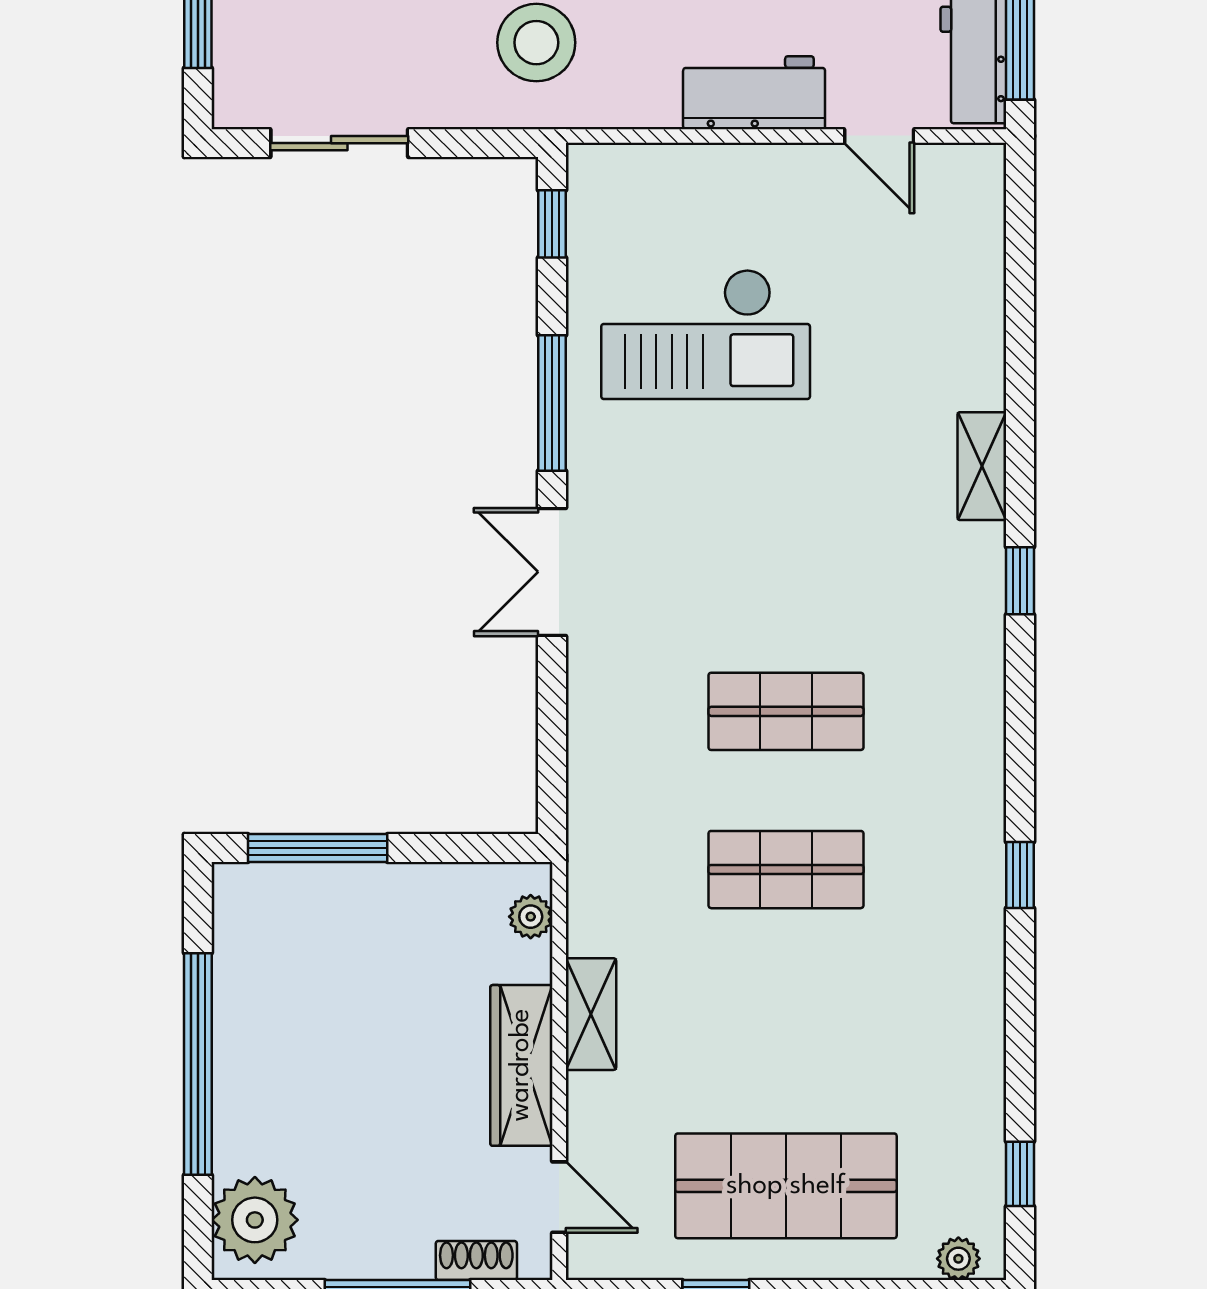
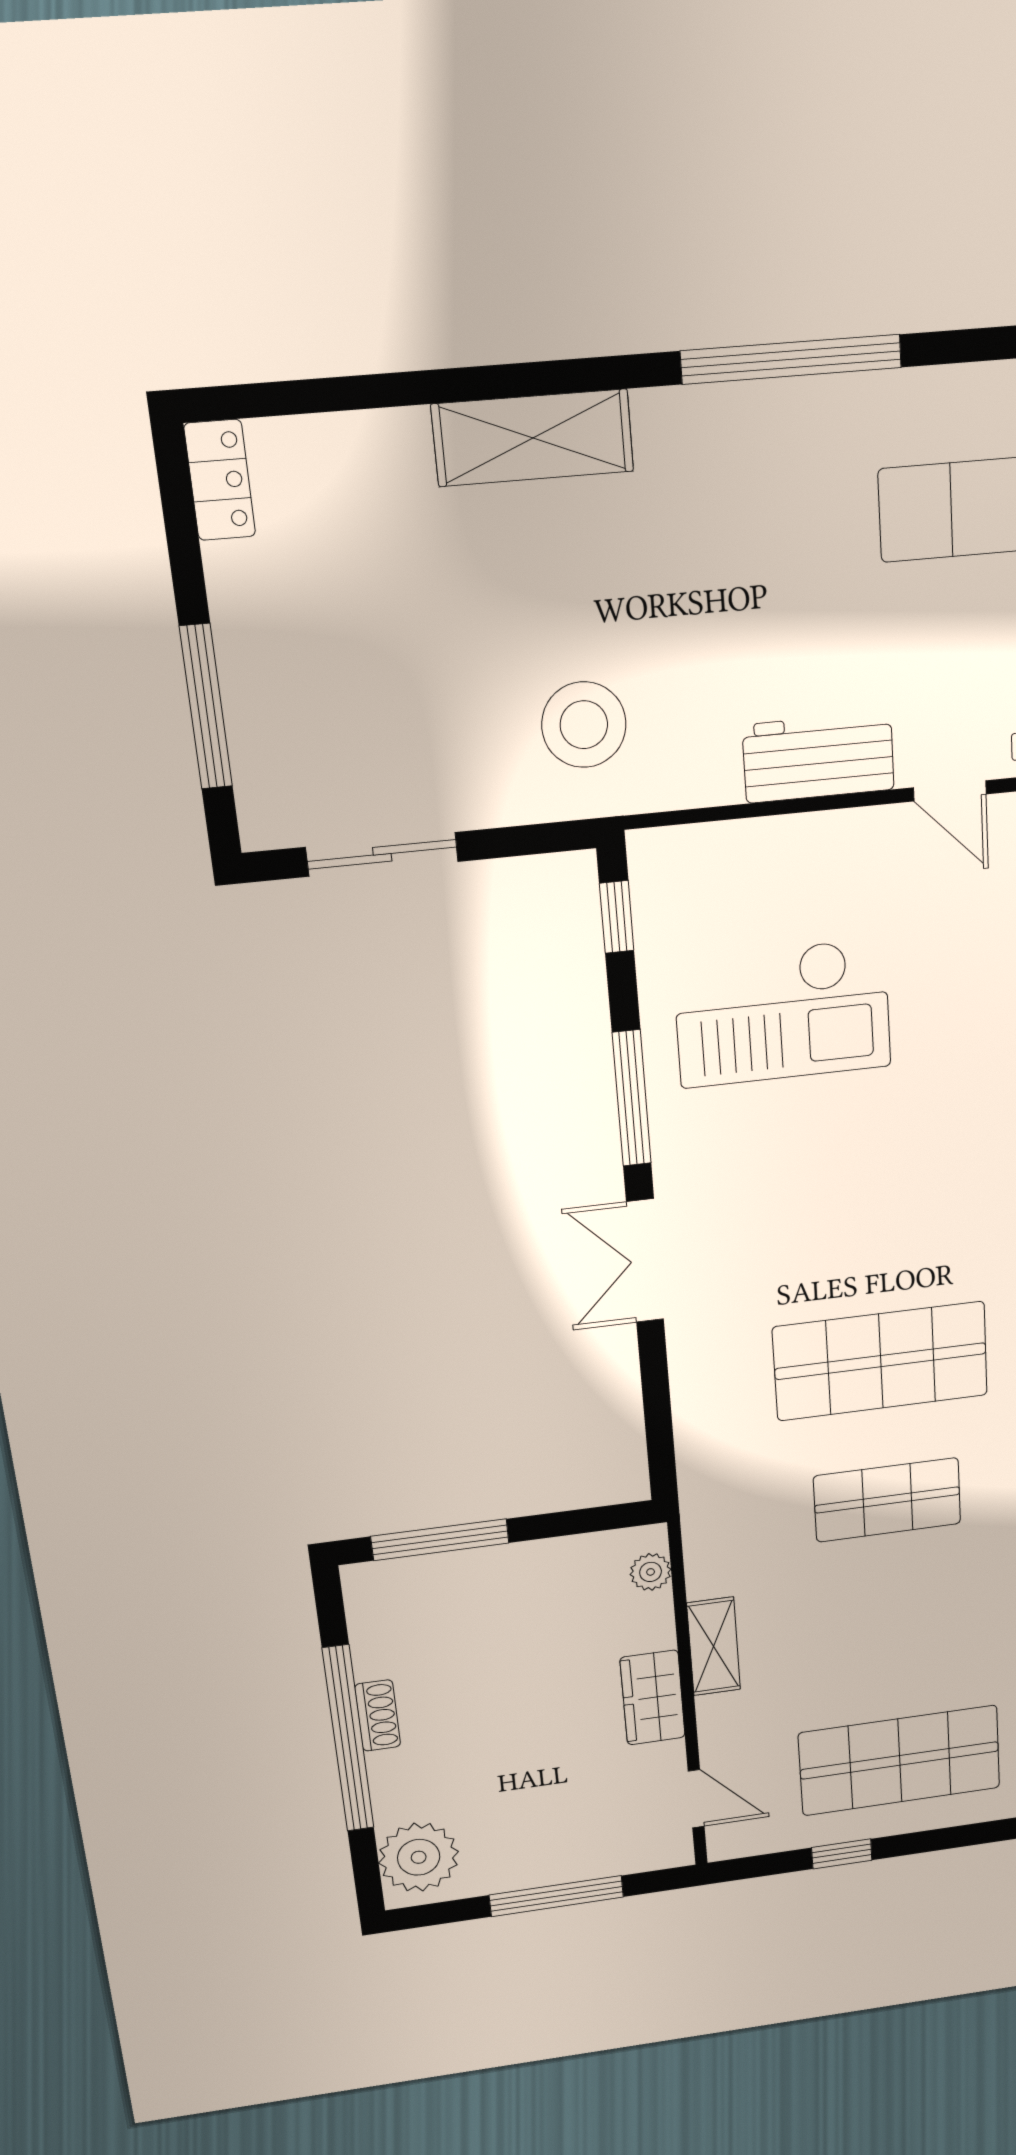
shop shelf: (786, 711) -> (881, 1361), width x1.43, depth x1.36
wardrobe: (521, 1065) -> (653, 1698), width x0.67
shoe rack: (476, 1260) -> (378, 1715), moved, turned 90

